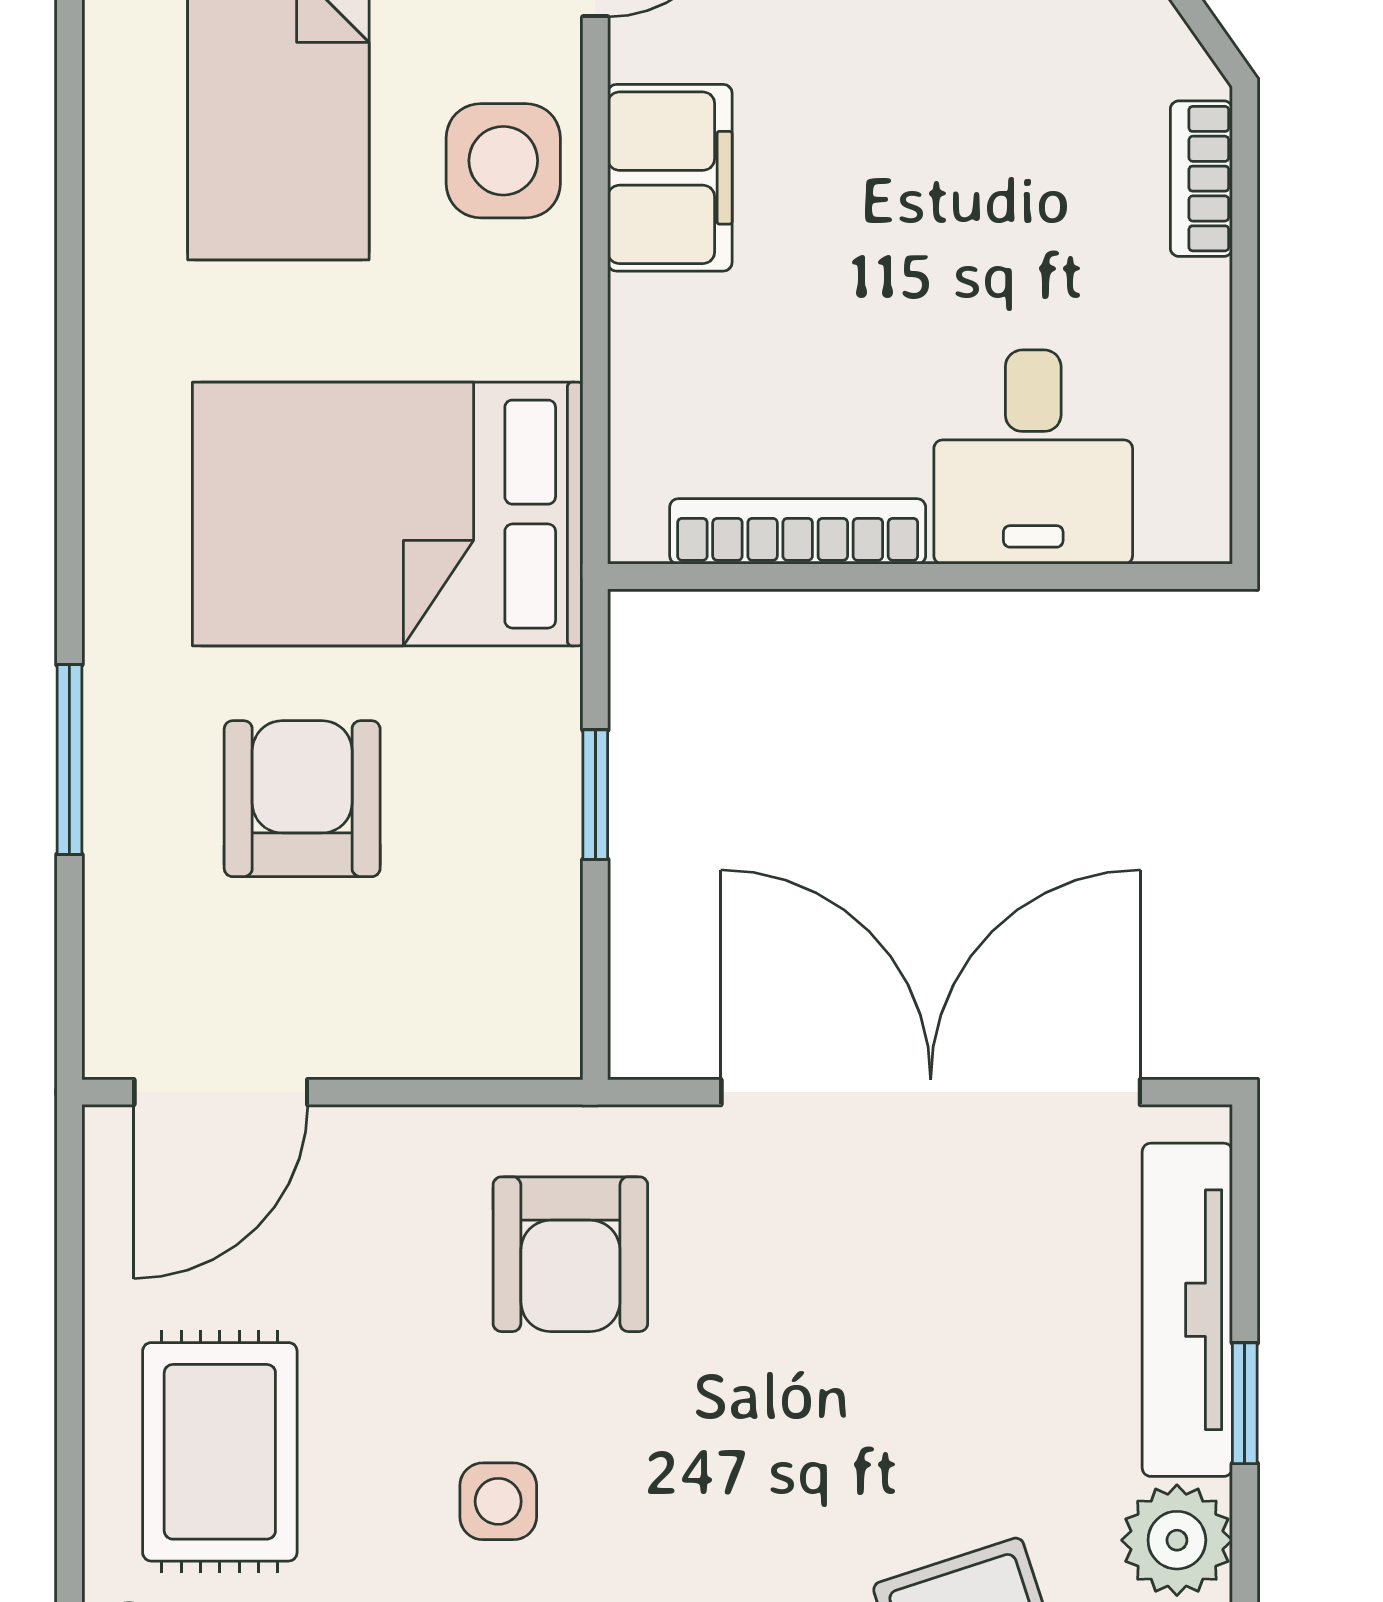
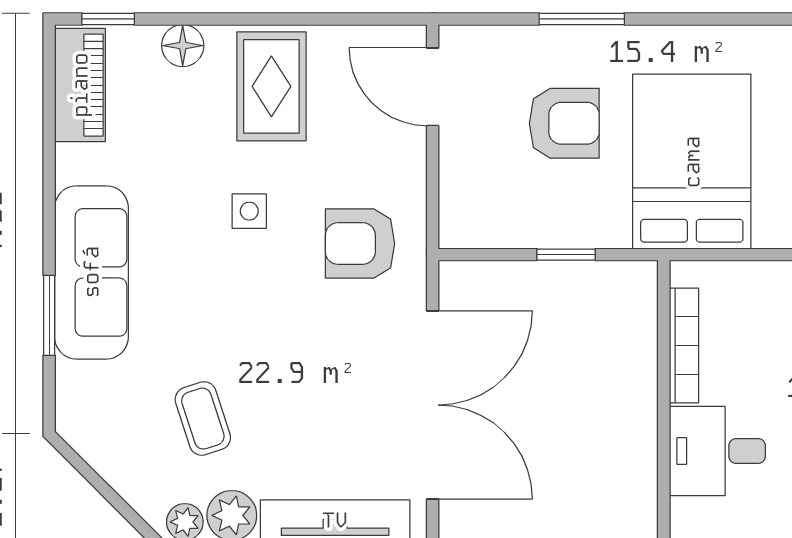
rug: (220, 1452) -> (271, 86), turned 90

